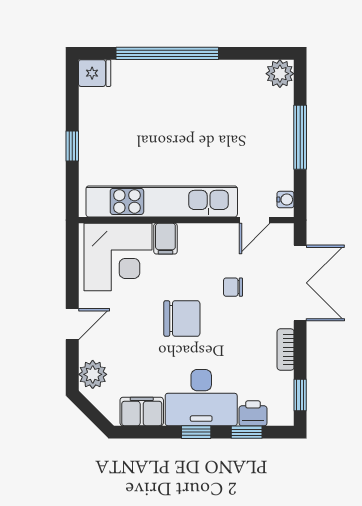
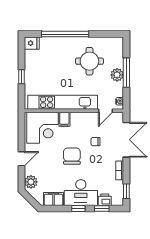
plant: (280, 74) -> (117, 75), moved
round table: (220, 112) -> (89, 61), added
chair: (182, 318) -> (72, 156), turned -90

